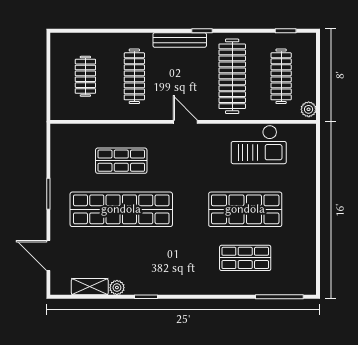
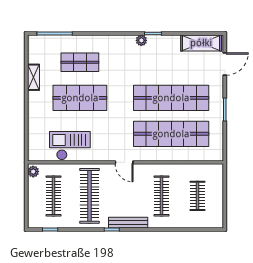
shop shelf: (121, 161) -> (171, 134), width x2.00, depth x1.36
shelving: (308, 238) -> (33, 77), added
door: (48, 255) -> (225, 64), hinge flipped
shelving: (90, 287) -> (201, 43), width x1.50, depth x1.33
plant: (117, 288) -> (141, 40), moved

